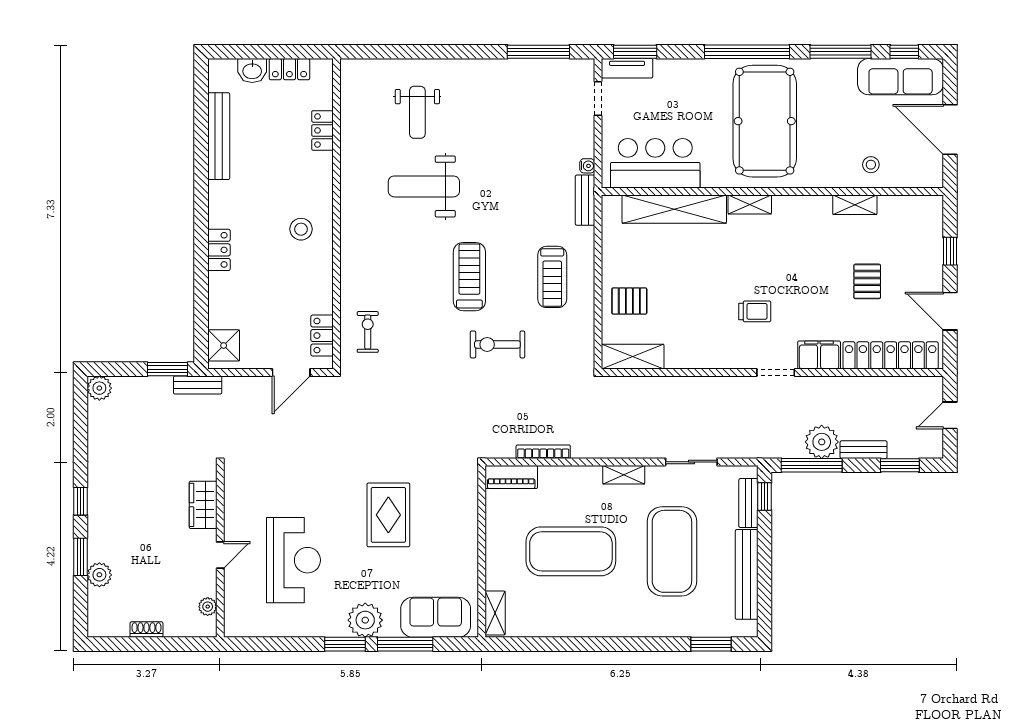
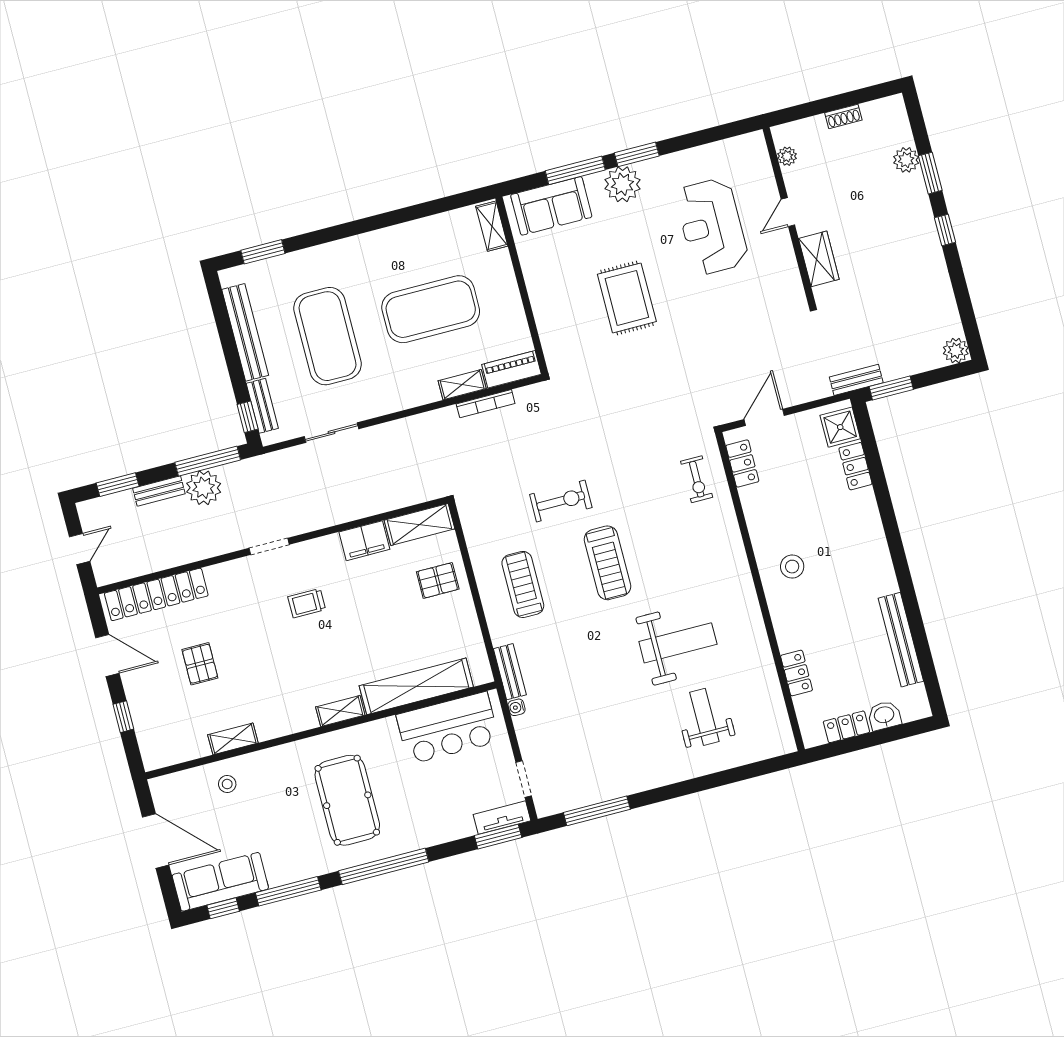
pool table: (765, 121) -> (347, 800), width x0.73, depth x0.76
locker: (219, 250) -> (855, 466), moved
filing cabinet: (819, 355) -> (364, 541), moved
shelving: (624, 475) -> (462, 385), moved

